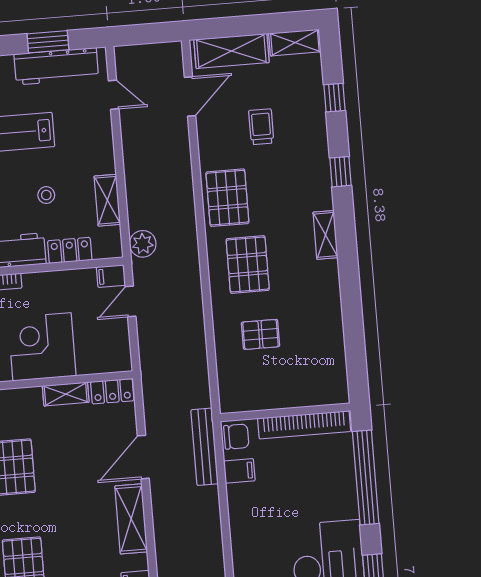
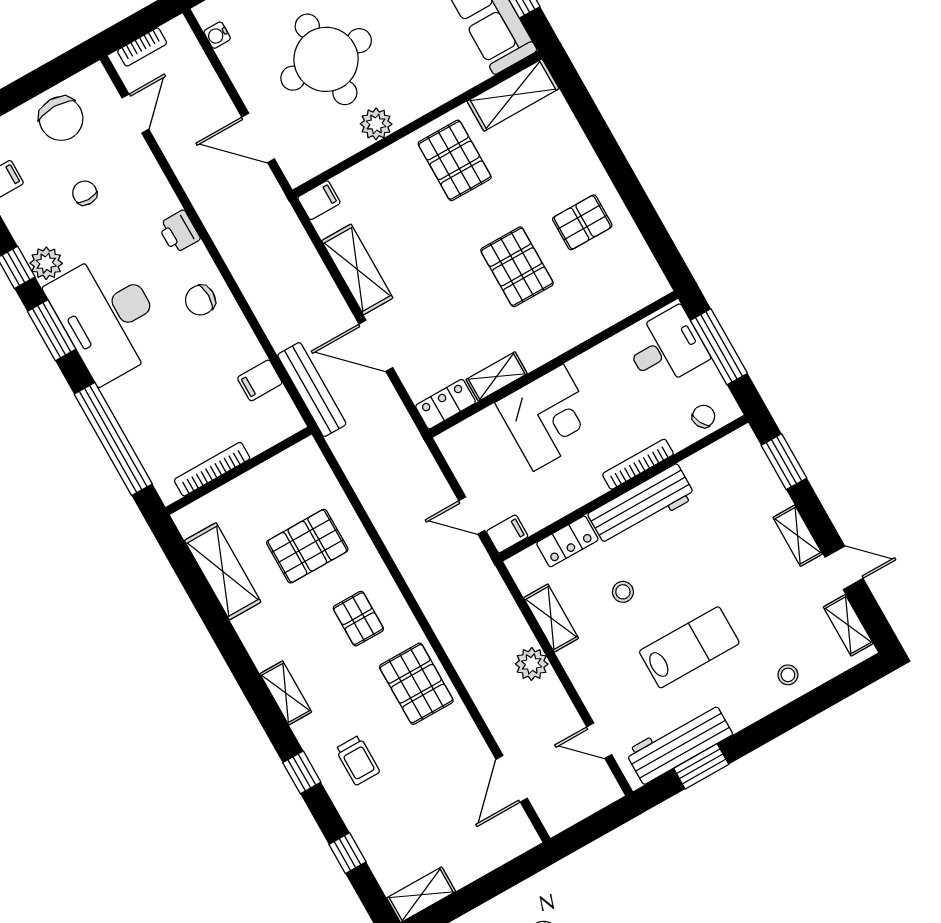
shelving: (231, 51) -> (223, 571), moved, turned 90
trolley: (261, 127) -> (358, 760), moved
plant: (143, 244) -> (532, 664), moved
pallet: (248, 265) -> (358, 619), width x0.67, depth x0.71
door: (131, 301) -> (472, 516), swing flipped
pallet: (260, 334) -> (307, 546), width x1.50, depth x1.42
bookcase: (304, 425) -> (212, 469), width x0.68, depth x0.76
chair: (236, 437) -> (200, 300), moved
door: (143, 457) -> (376, 346), swing flipped

